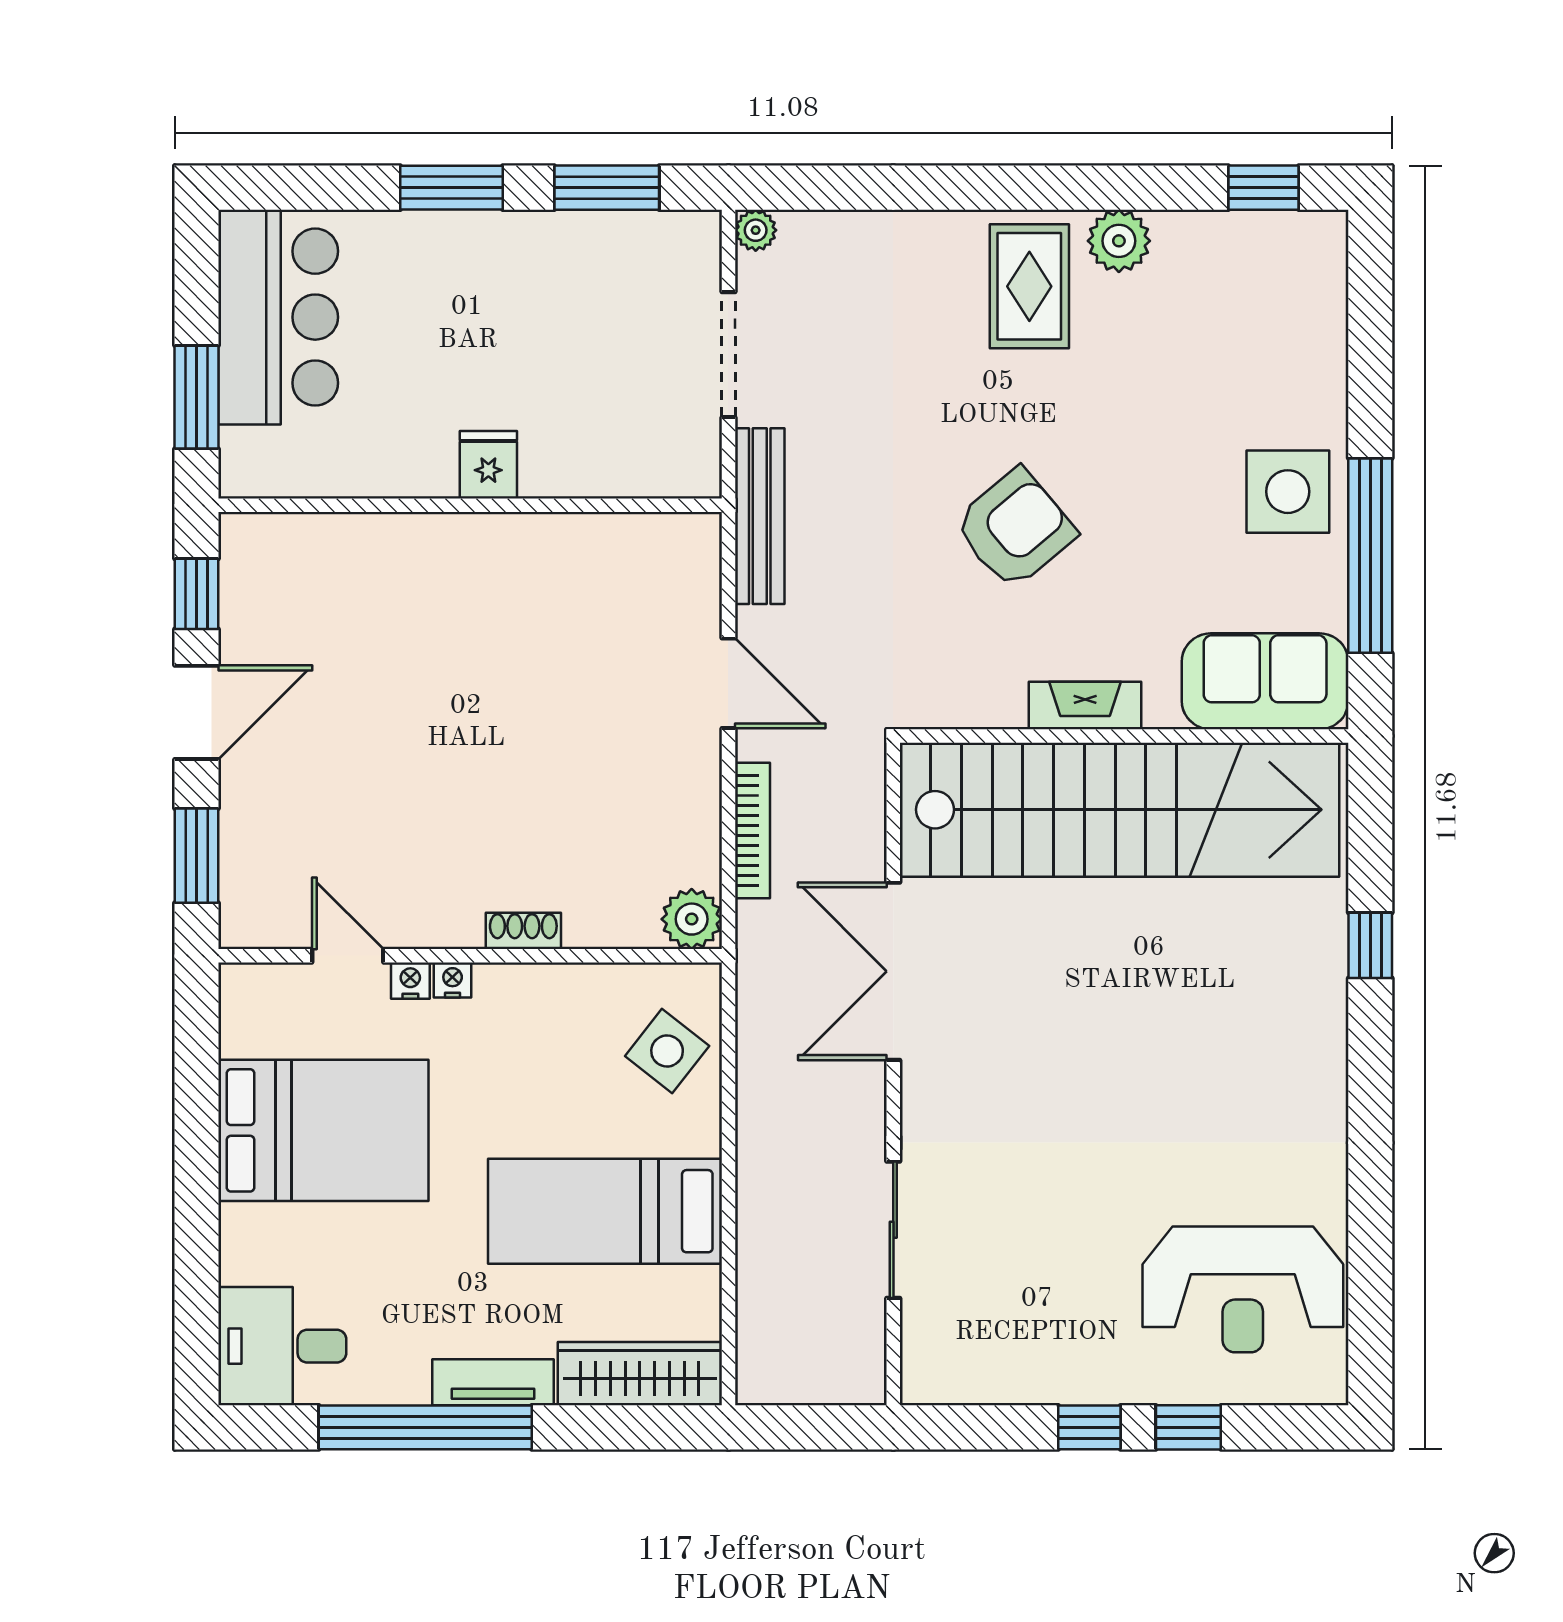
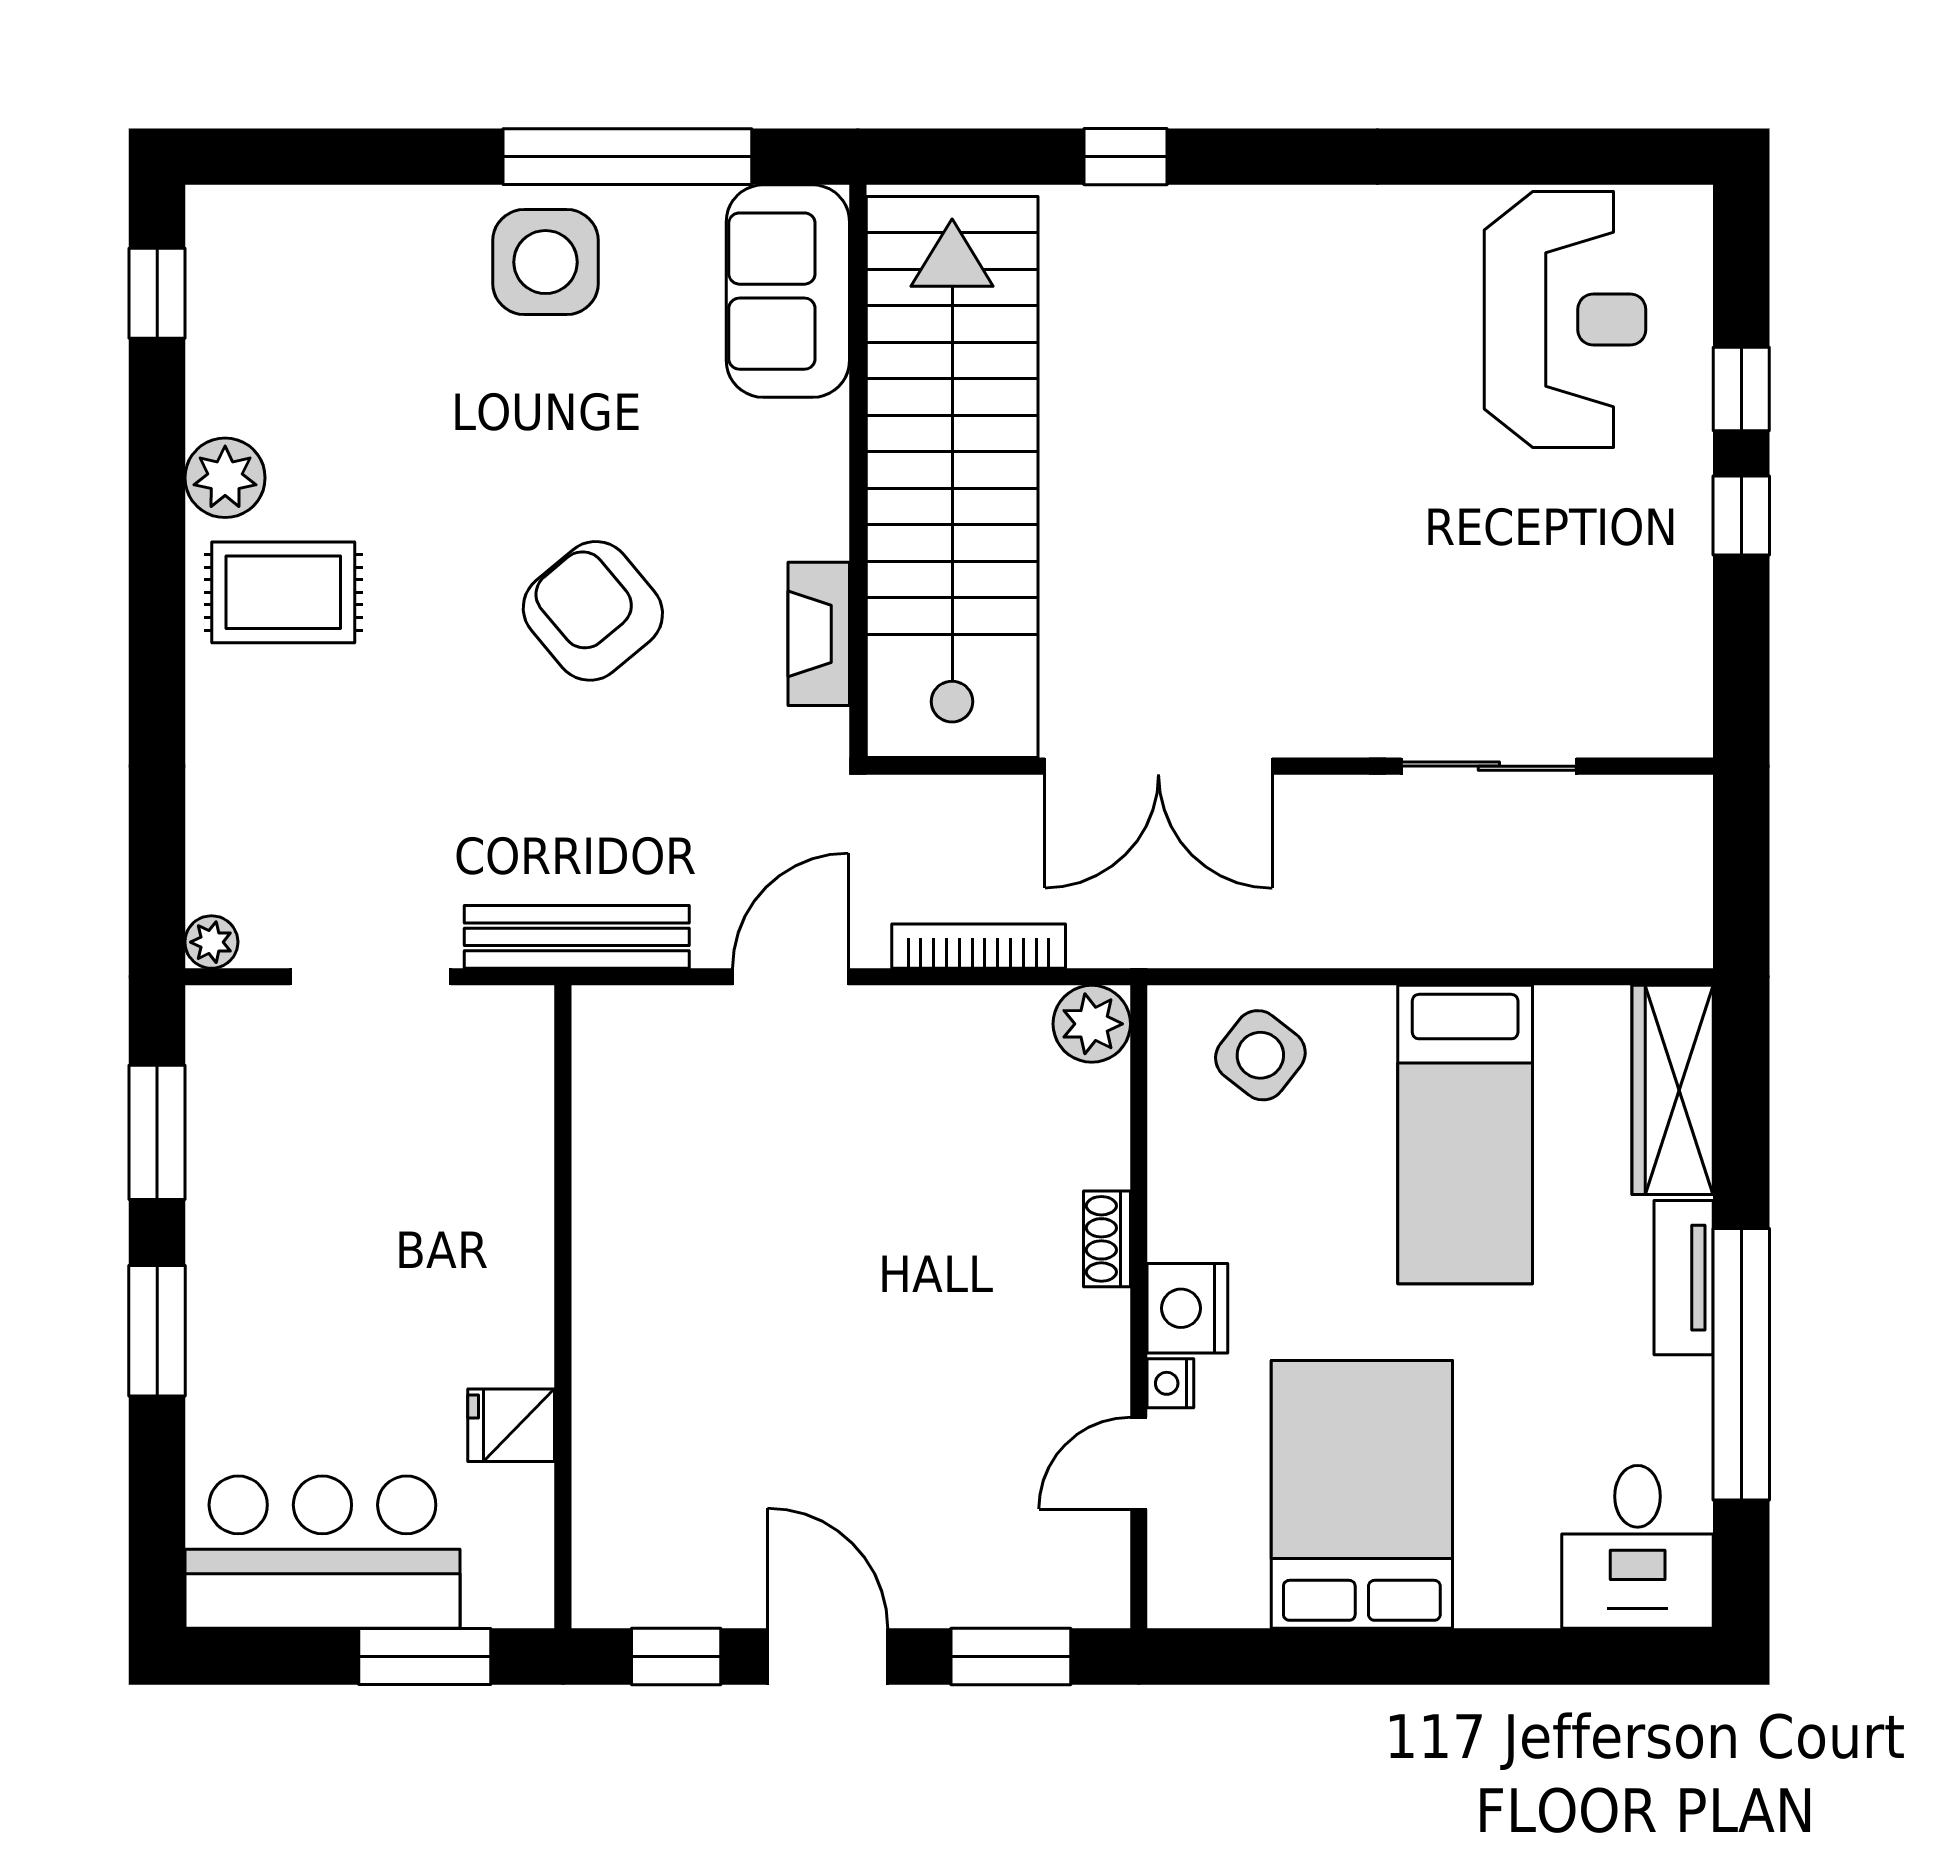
fridge: (488, 465) -> (511, 1425), moved
fireplace: (1085, 705) -> (819, 634), moved
nightstand: (453, 980) -> (1187, 1308), width x1.89, depth x1.79

